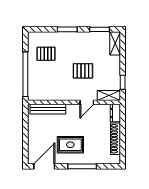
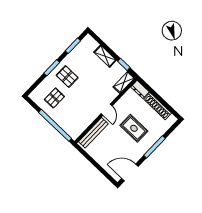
shelving: (115, 43) -> (105, 56), moved
pallet: (83, 71) -> (67, 77), moved, turned 90
door: (87, 102) -> (107, 110), moved
rug: (70, 145) -> (134, 128), moved, turned 90
door: (44, 166) -> (130, 172), hinge flipped

